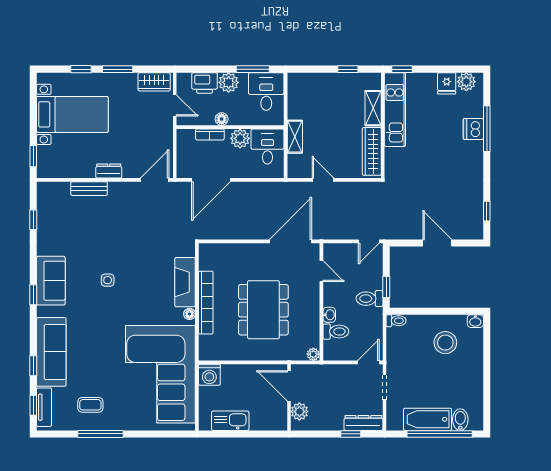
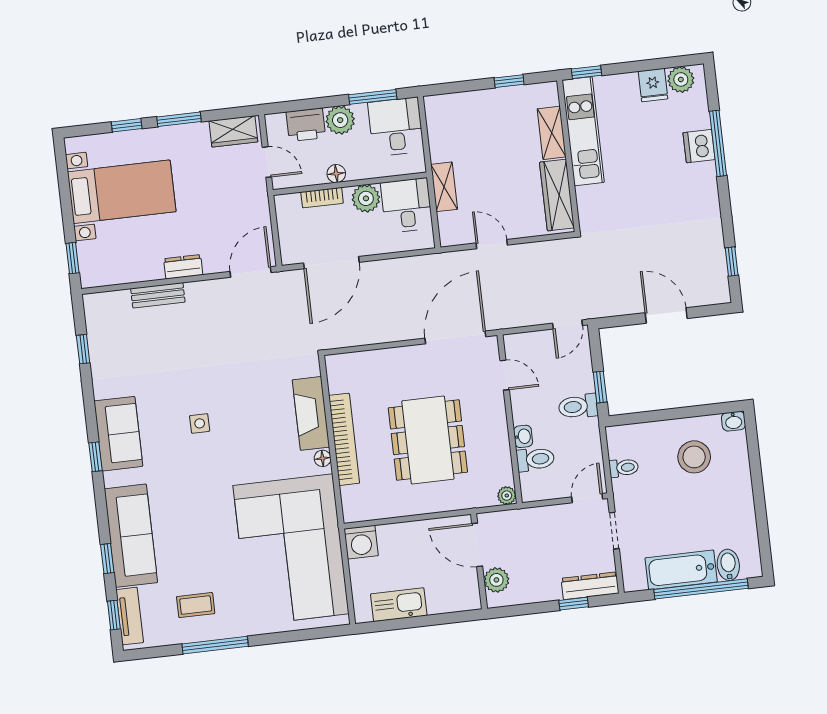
toilet: (396, 321) -> (624, 468), moved

